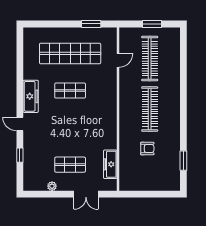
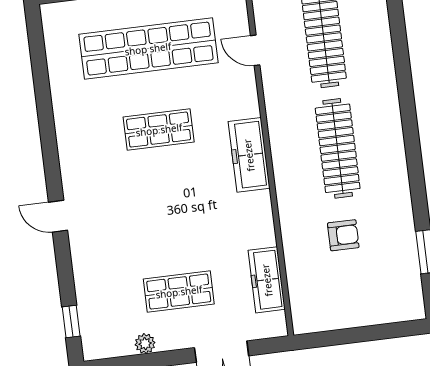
door: (118, 60) -> (255, 50), swing flipped
freezer: (31, 96) -> (249, 155), moved, turned 180
window: (20, 155) -> (71, 322), moved

